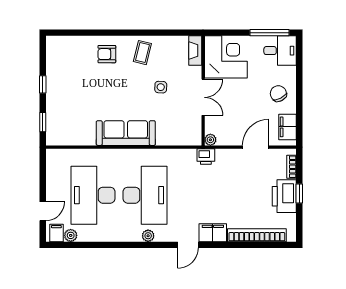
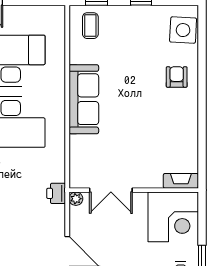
coffee table: (142, 53) -> (90, 26), moved, turned 76
side table: (161, 87) -> (183, 30), moved, width x1.87, depth x1.87
double door: (203, 97) -> (111, 190), moved

